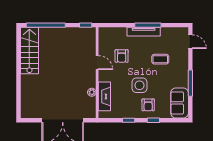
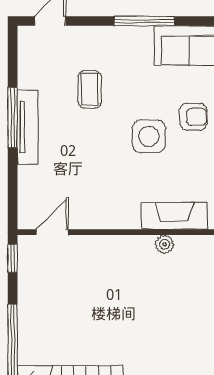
armchair: (122, 56) -> (82, 177), removed
door: (97, 63) -> (52, 232), moved

